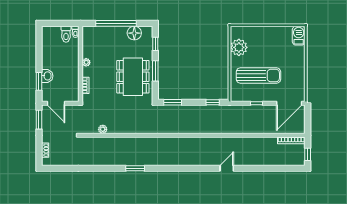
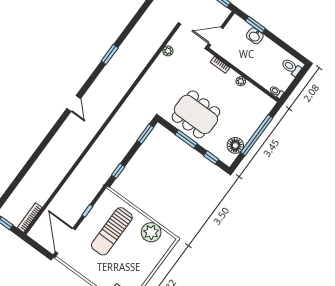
toilet: (66, 34) -> (291, 67), moved
door: (56, 103) -> (216, 36), moved
door: (227, 168) -> (74, 103), moved

